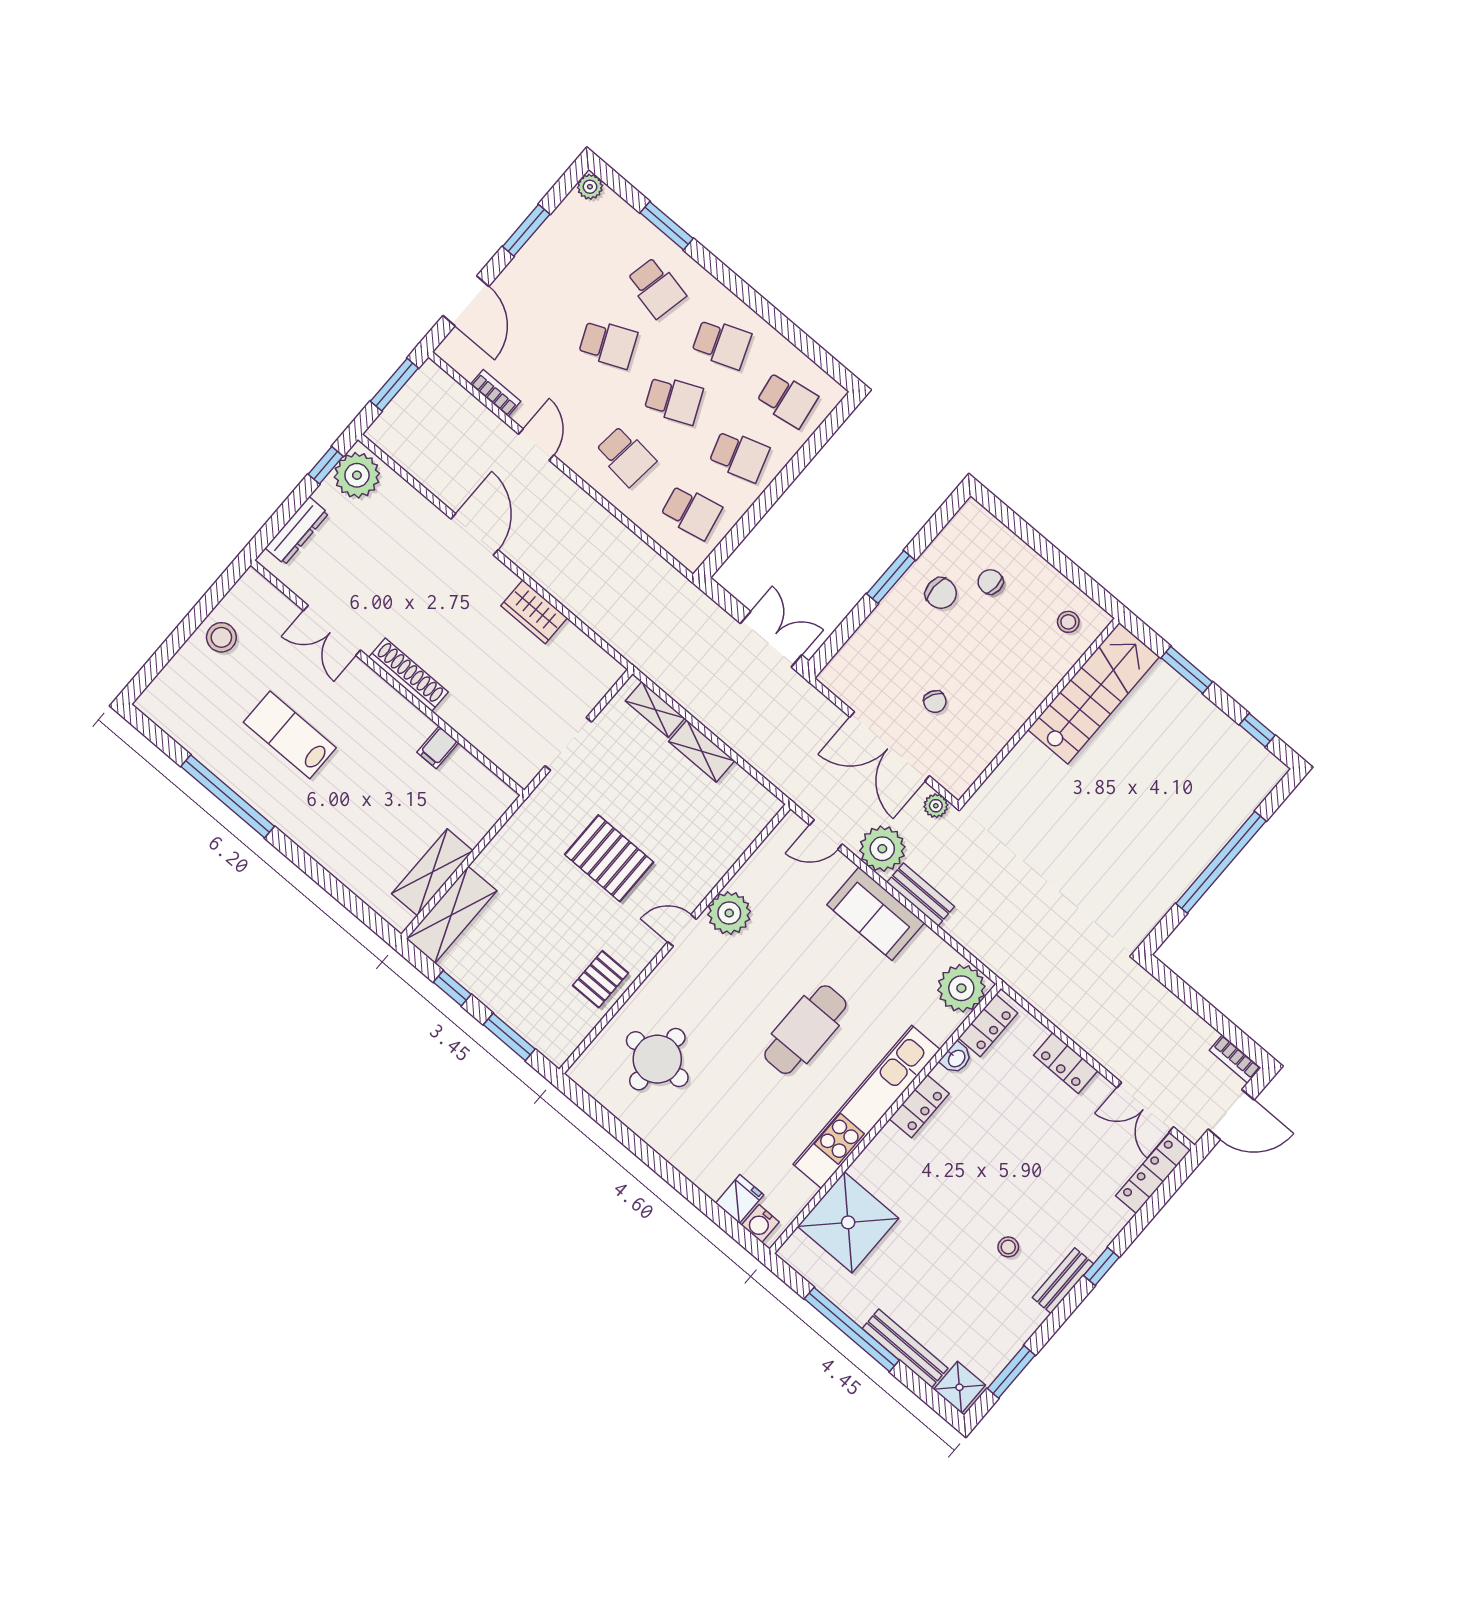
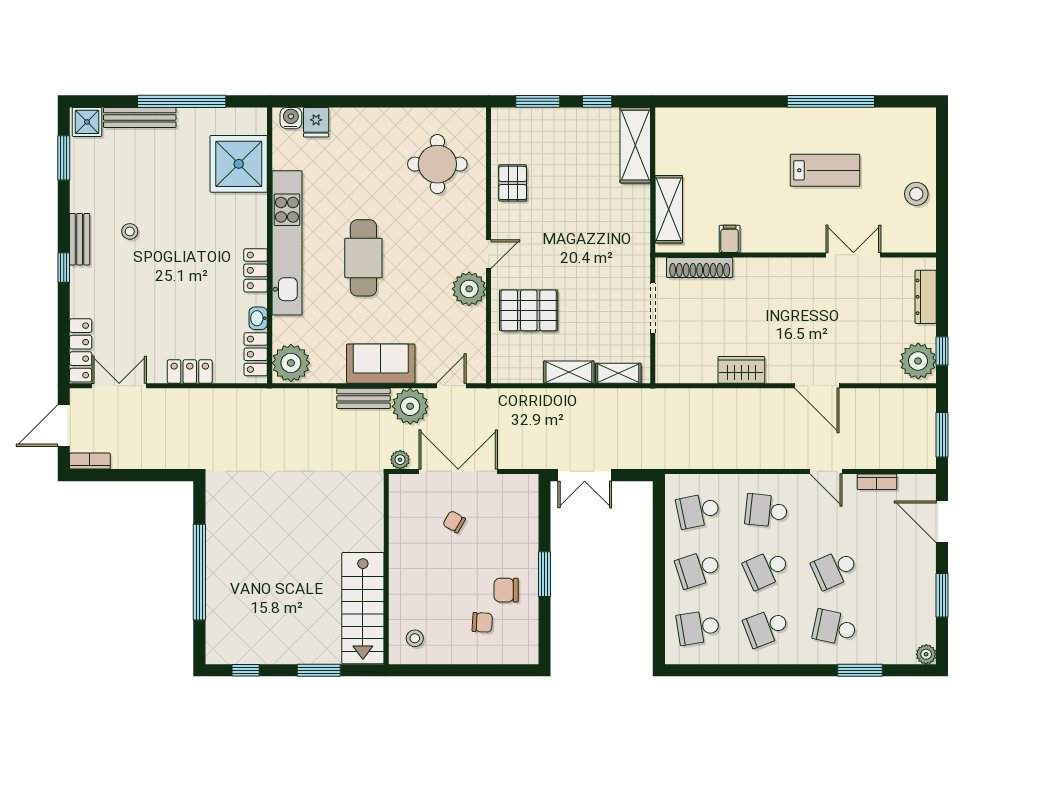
shoe rack: (408, 675) -> (700, 267), moved
pallet: (609, 858) -> (529, 310), moved
shelving: (432, 872) -> (669, 209), moved

